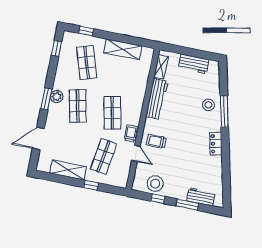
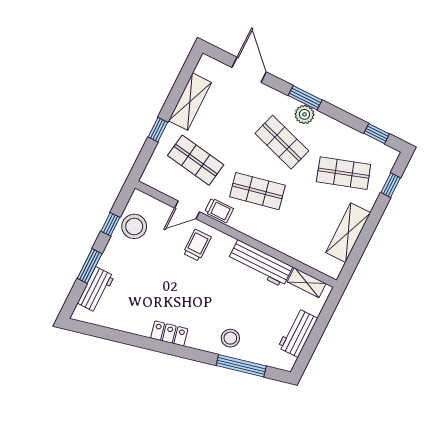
shop shelf: (78, 106) -> (282, 142), turned 30
window: (224, 111) -> (241, 366), moved

